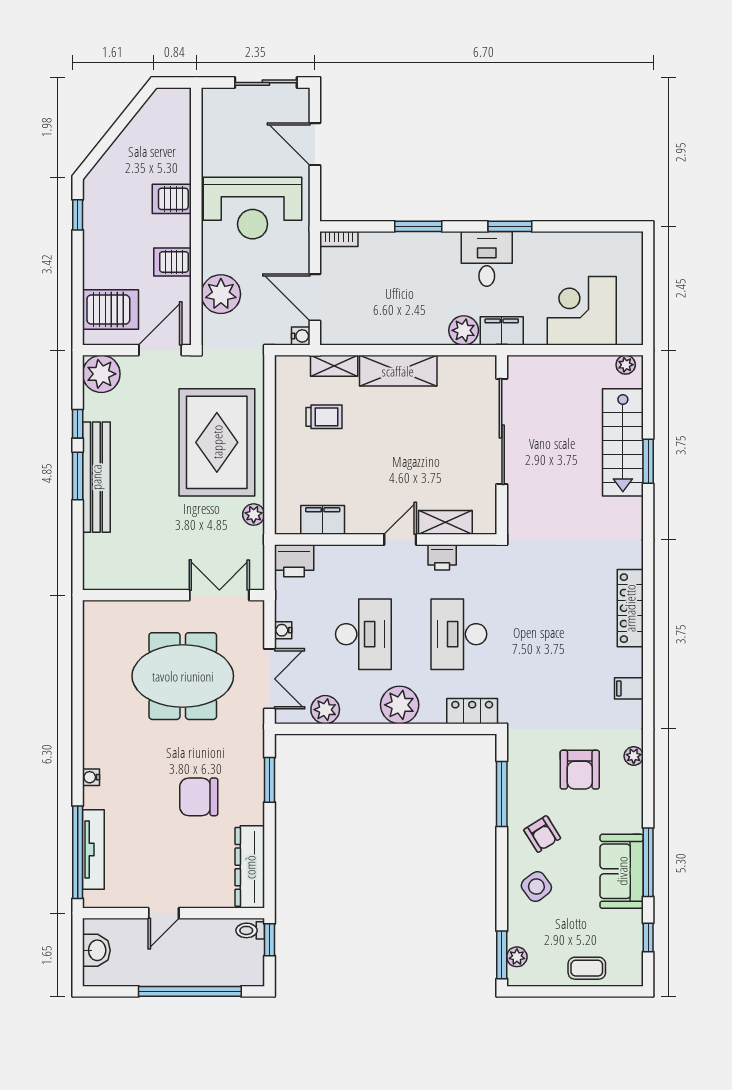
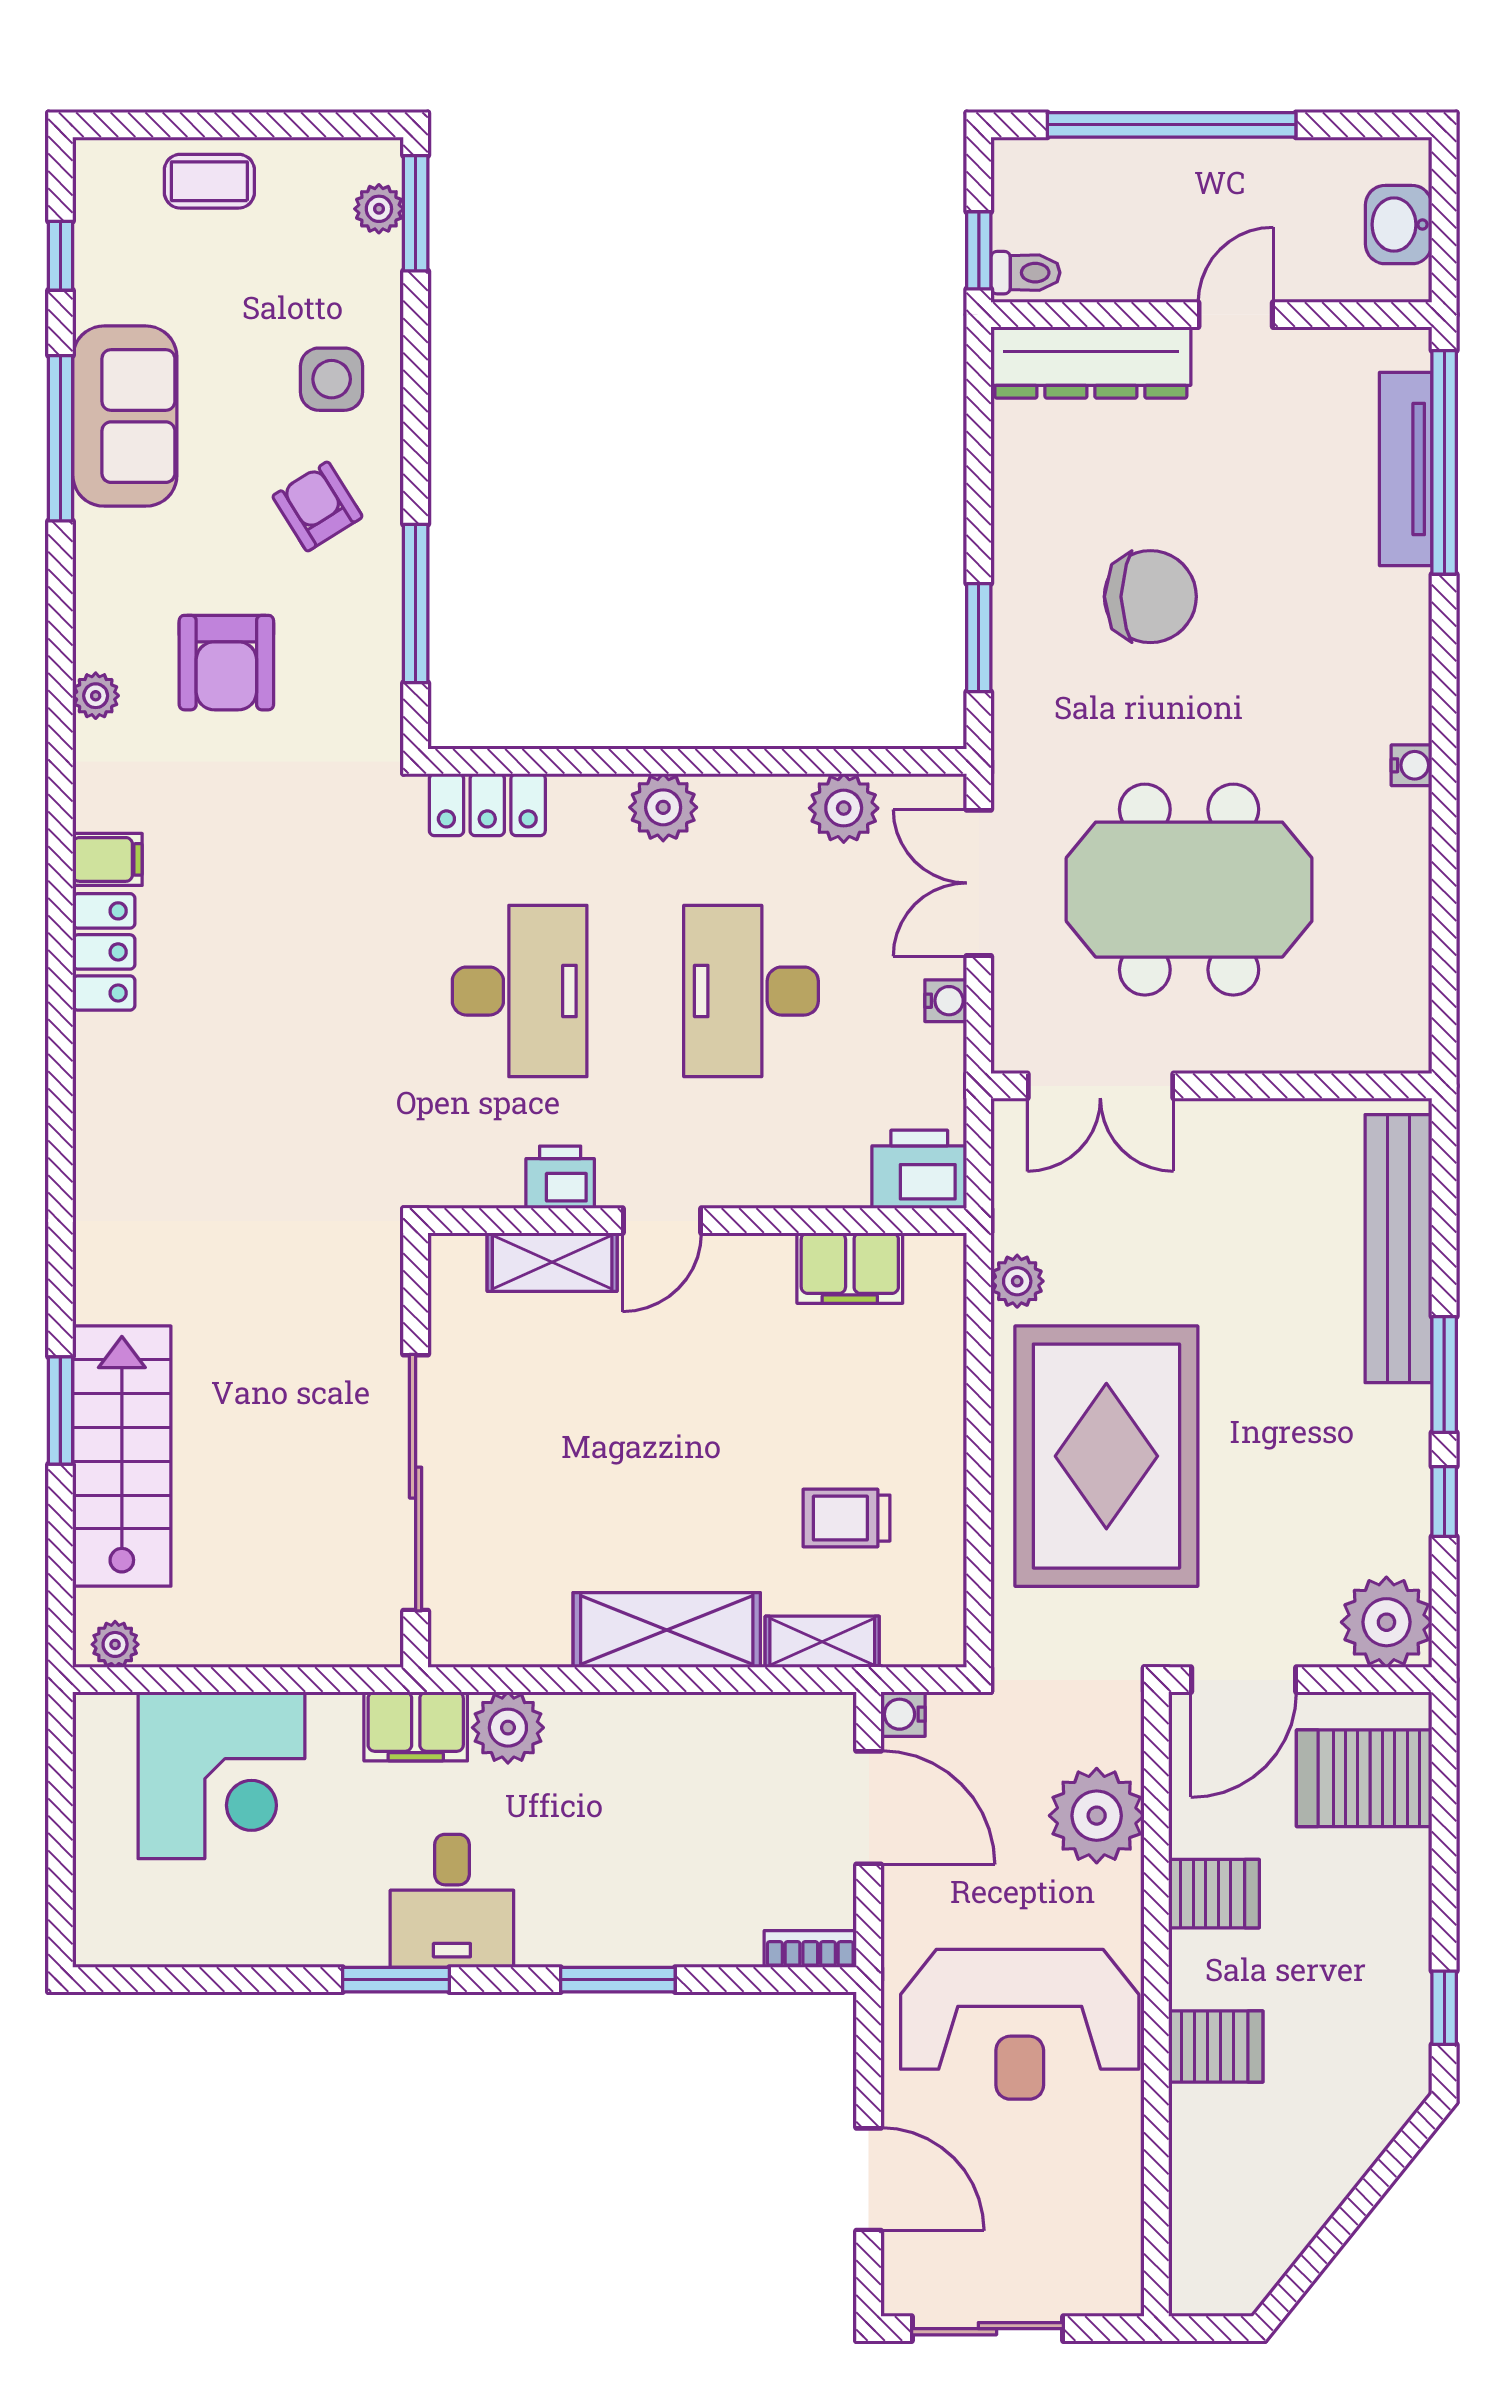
reception desk: (253, 208) -> (1020, 2024), turned 180
bench: (96, 477) -> (1398, 1249), moved
locker: (630, 608) -> (104, 952), moved, width x0.66
plant: (400, 705) -> (663, 807), width x0.73, depth x0.73
armchair: (580, 770) -> (226, 663), turned 180
water cooler: (91, 777) -> (1411, 765), moved
dresser: (250, 867) -> (1091, 362), moved, turned 90
side table: (536, 887) -> (332, 379), turned 37

